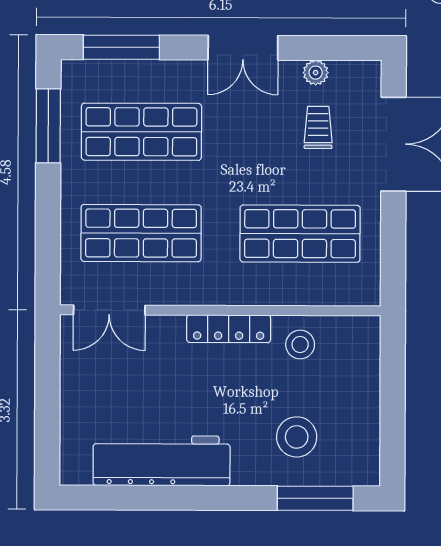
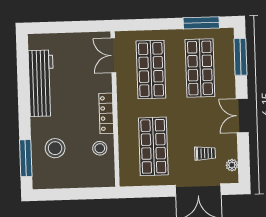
plant: (316, 73) -> (232, 165), moved

